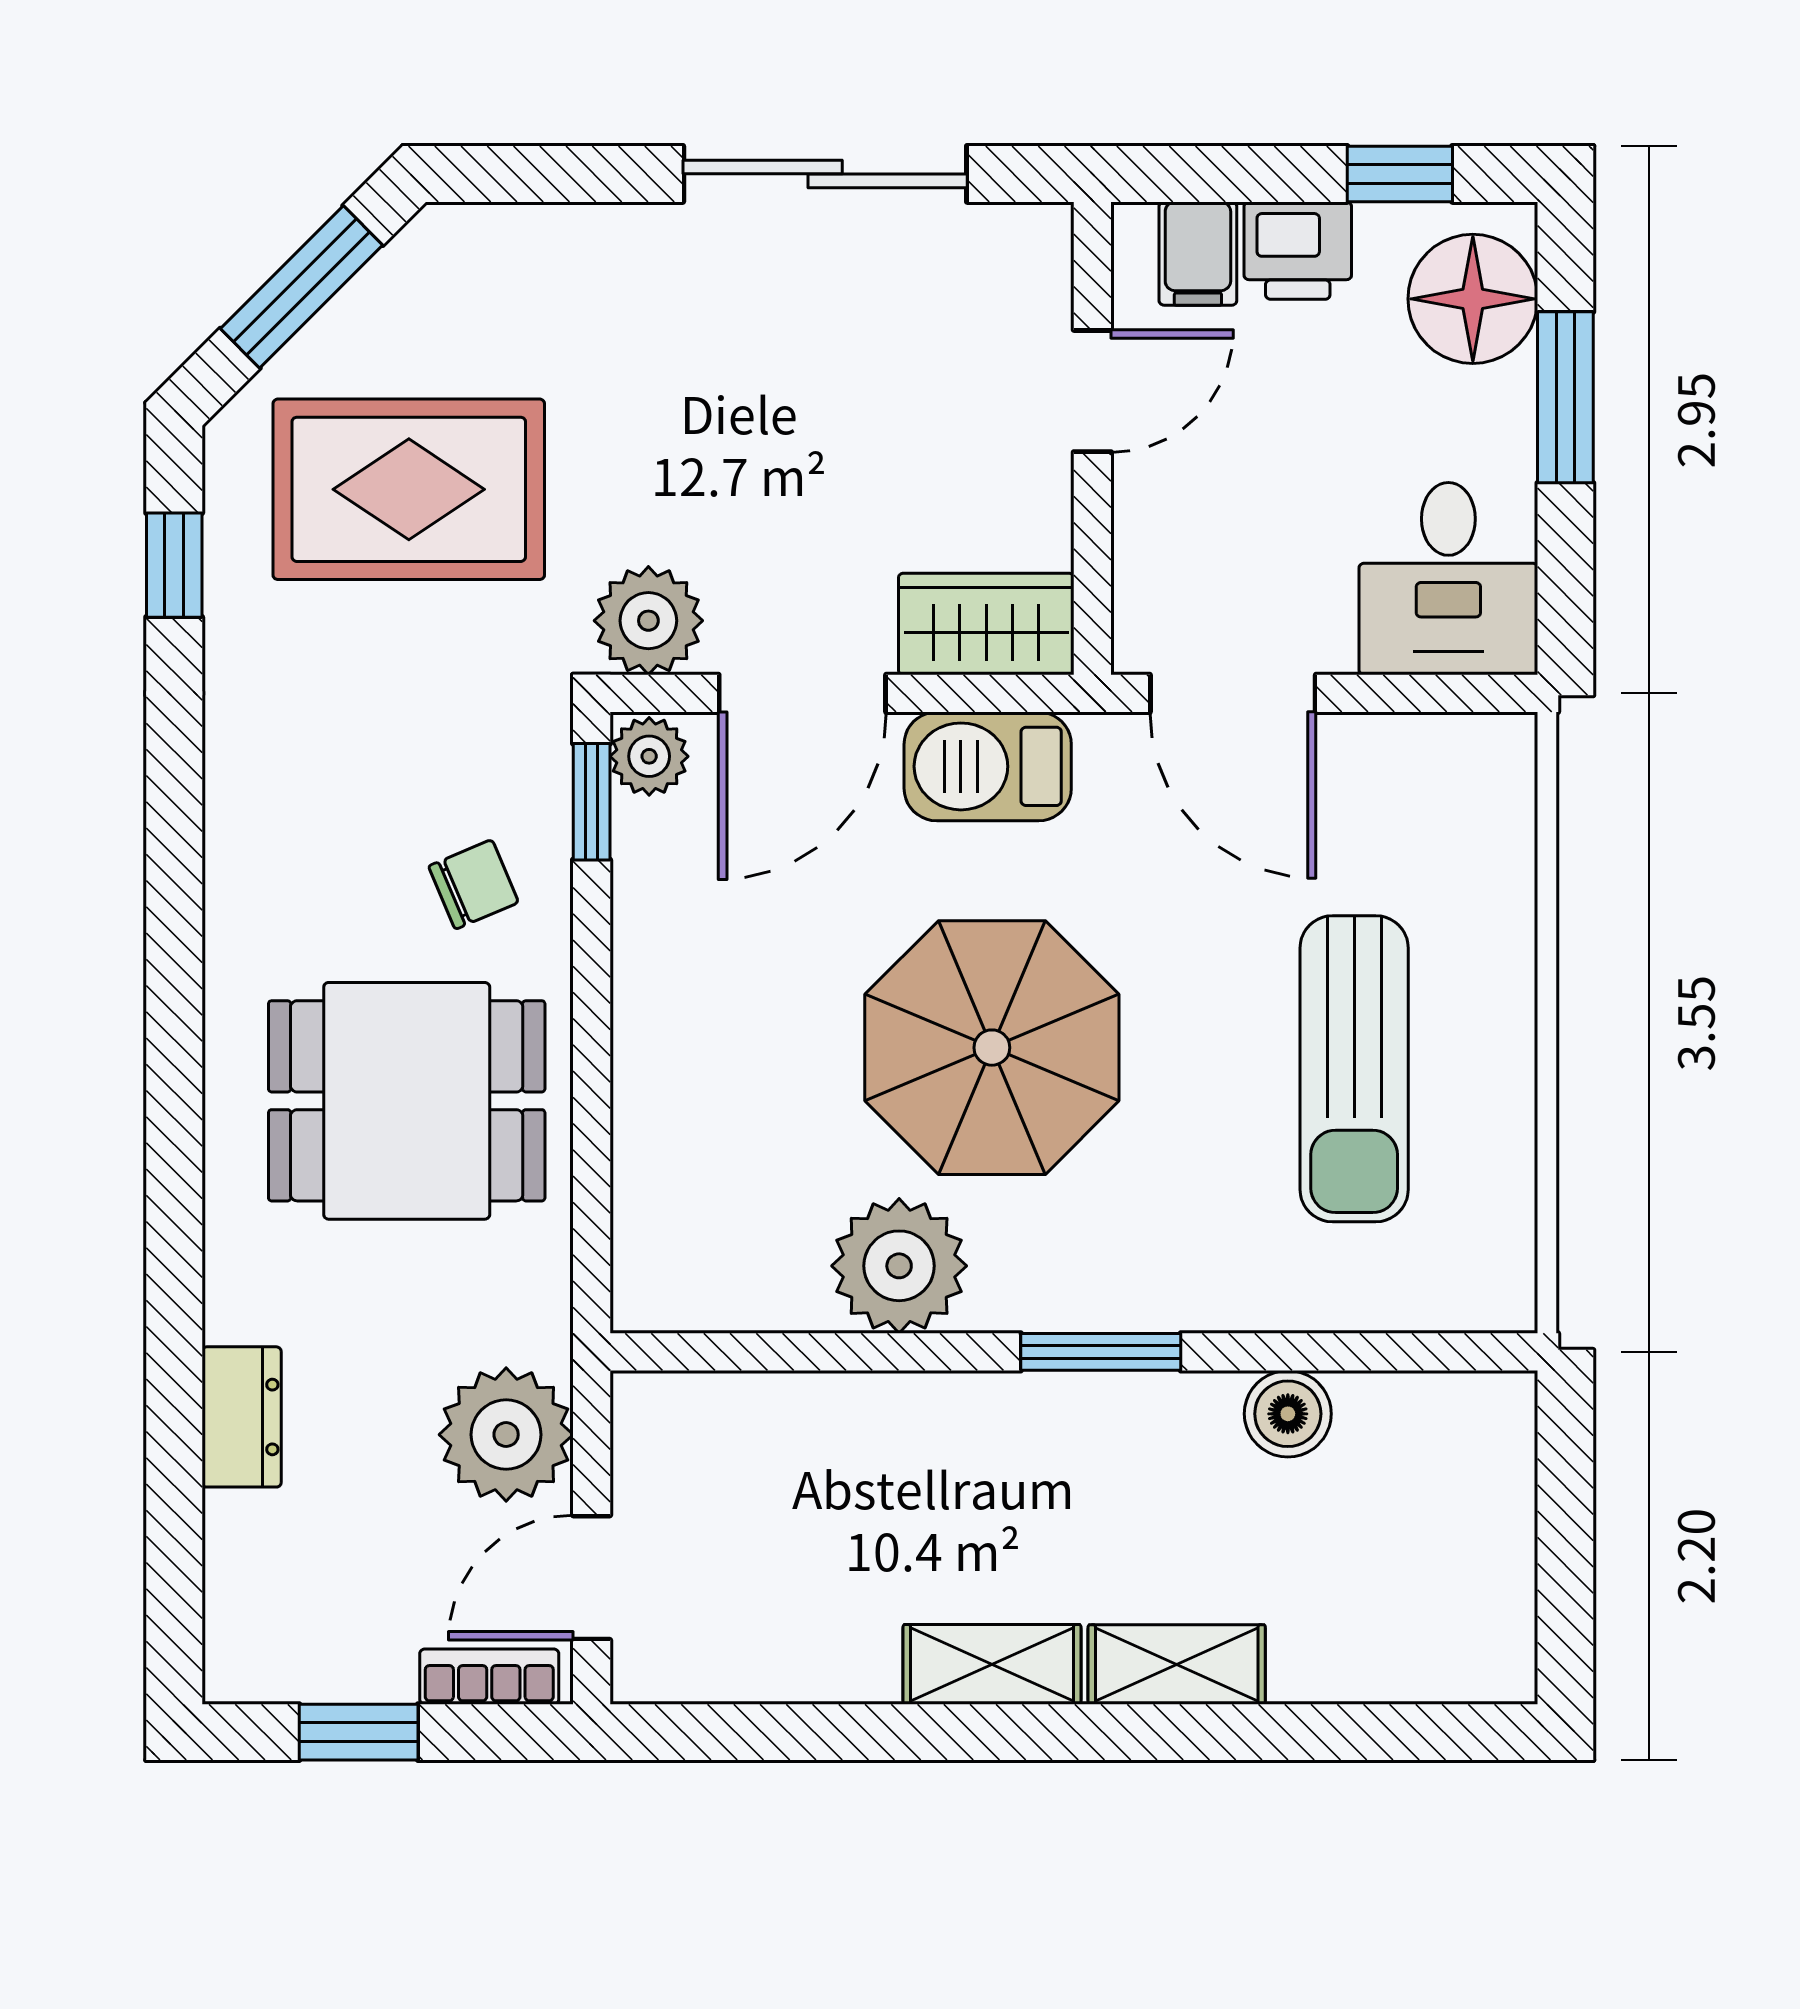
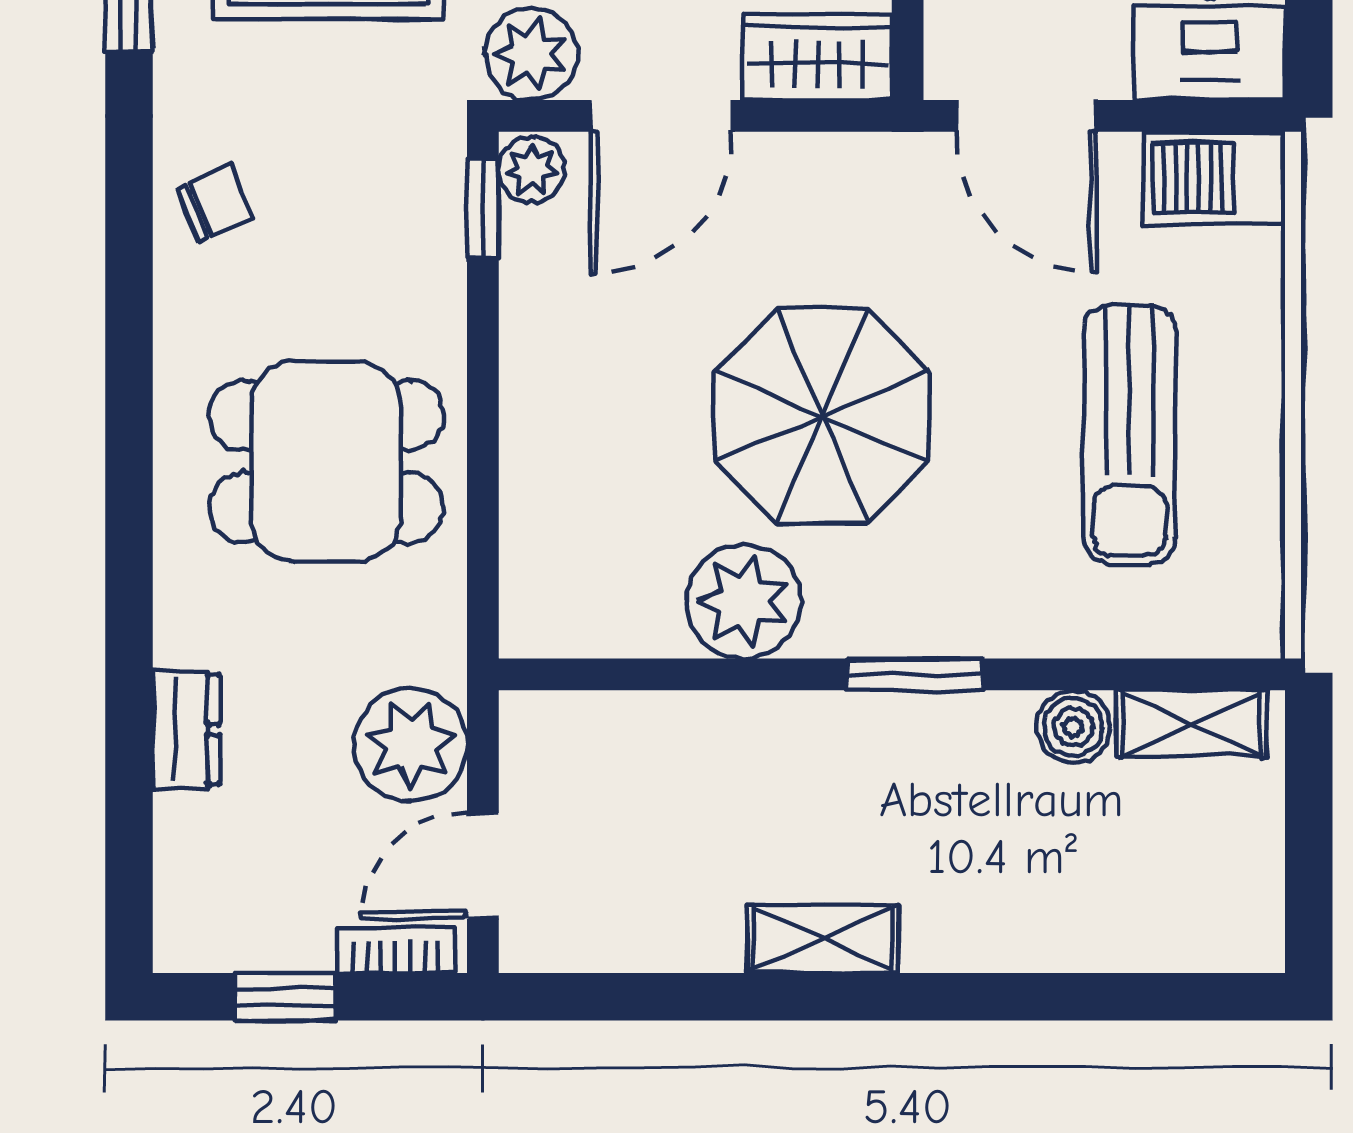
barbecue: (988, 766) -> (1214, 178), moved
chair: (474, 884) -> (215, 204), moved
shelving: (1177, 1664) -> (1191, 724), moved

